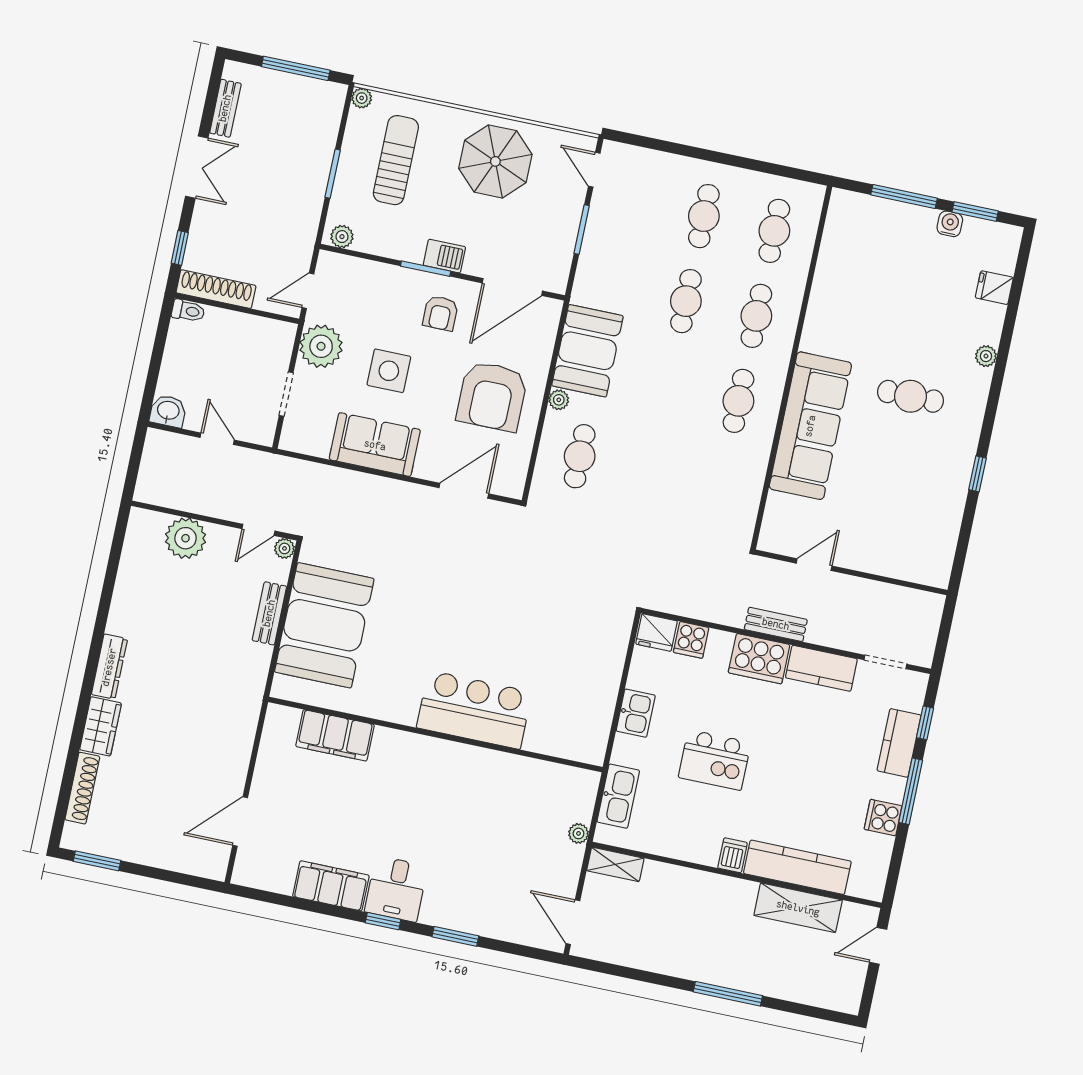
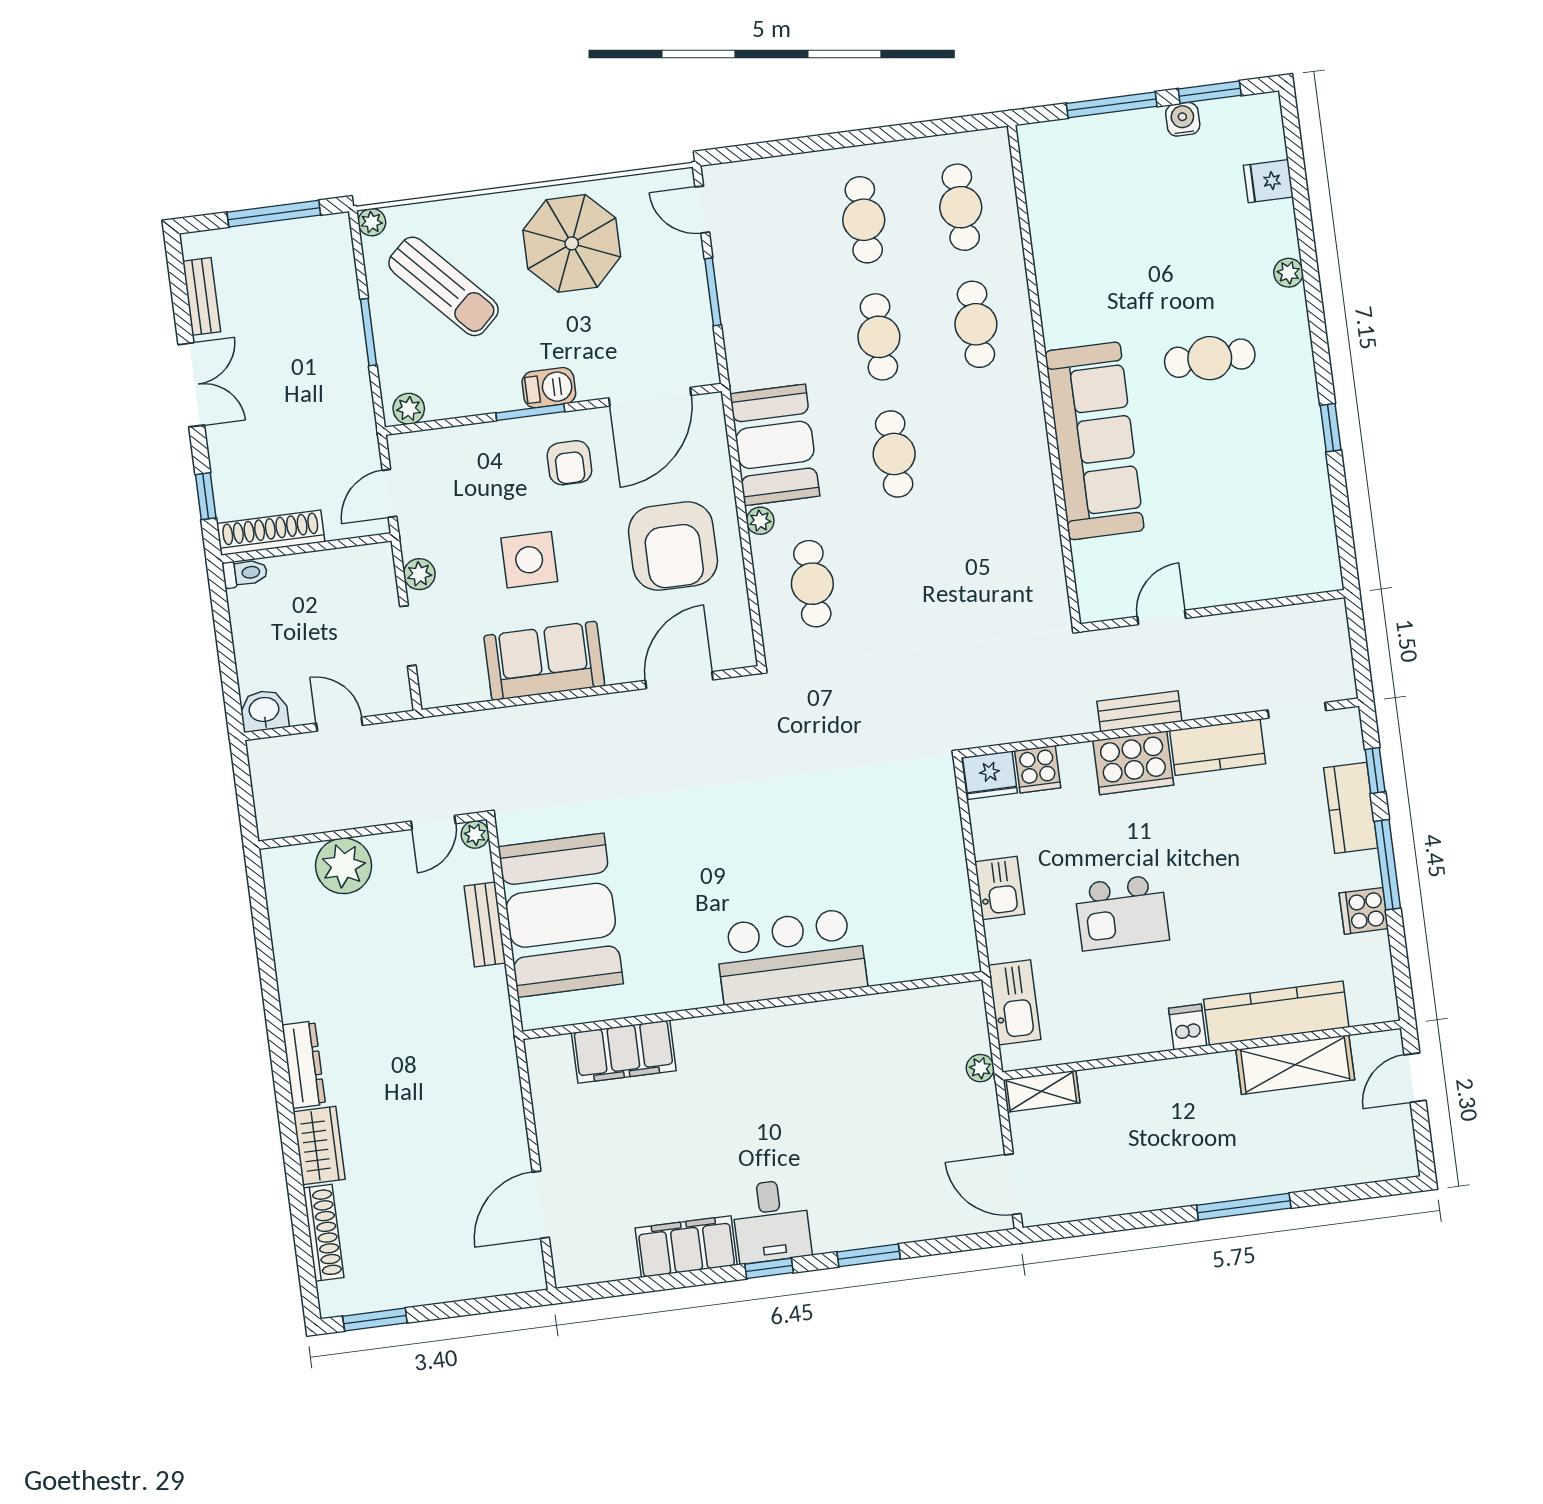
sun lounger: (396, 160) -> (443, 286), turned 137
plant: (321, 346) -> (419, 574), width x0.53, depth x0.53
cafe table: (738, 401) -> (894, 454), moved

